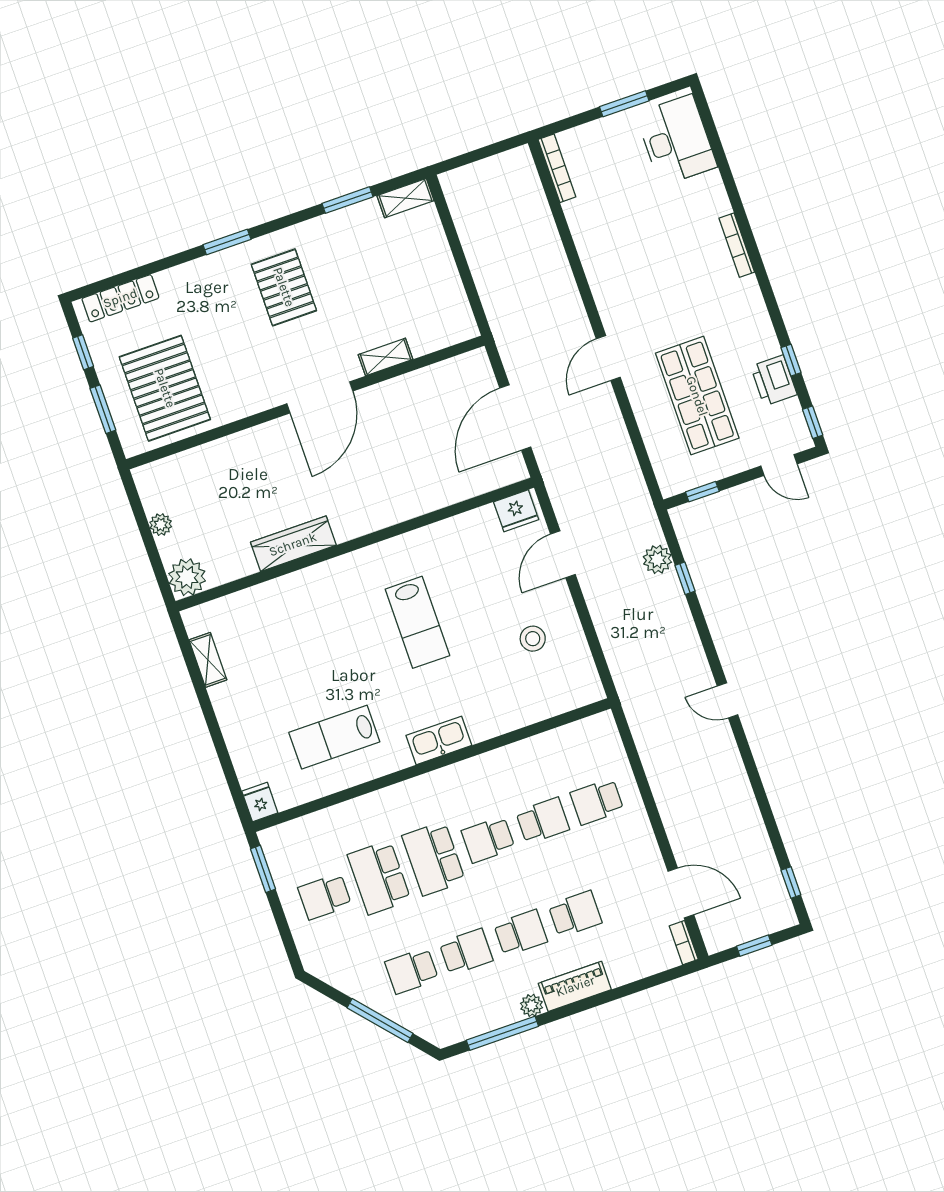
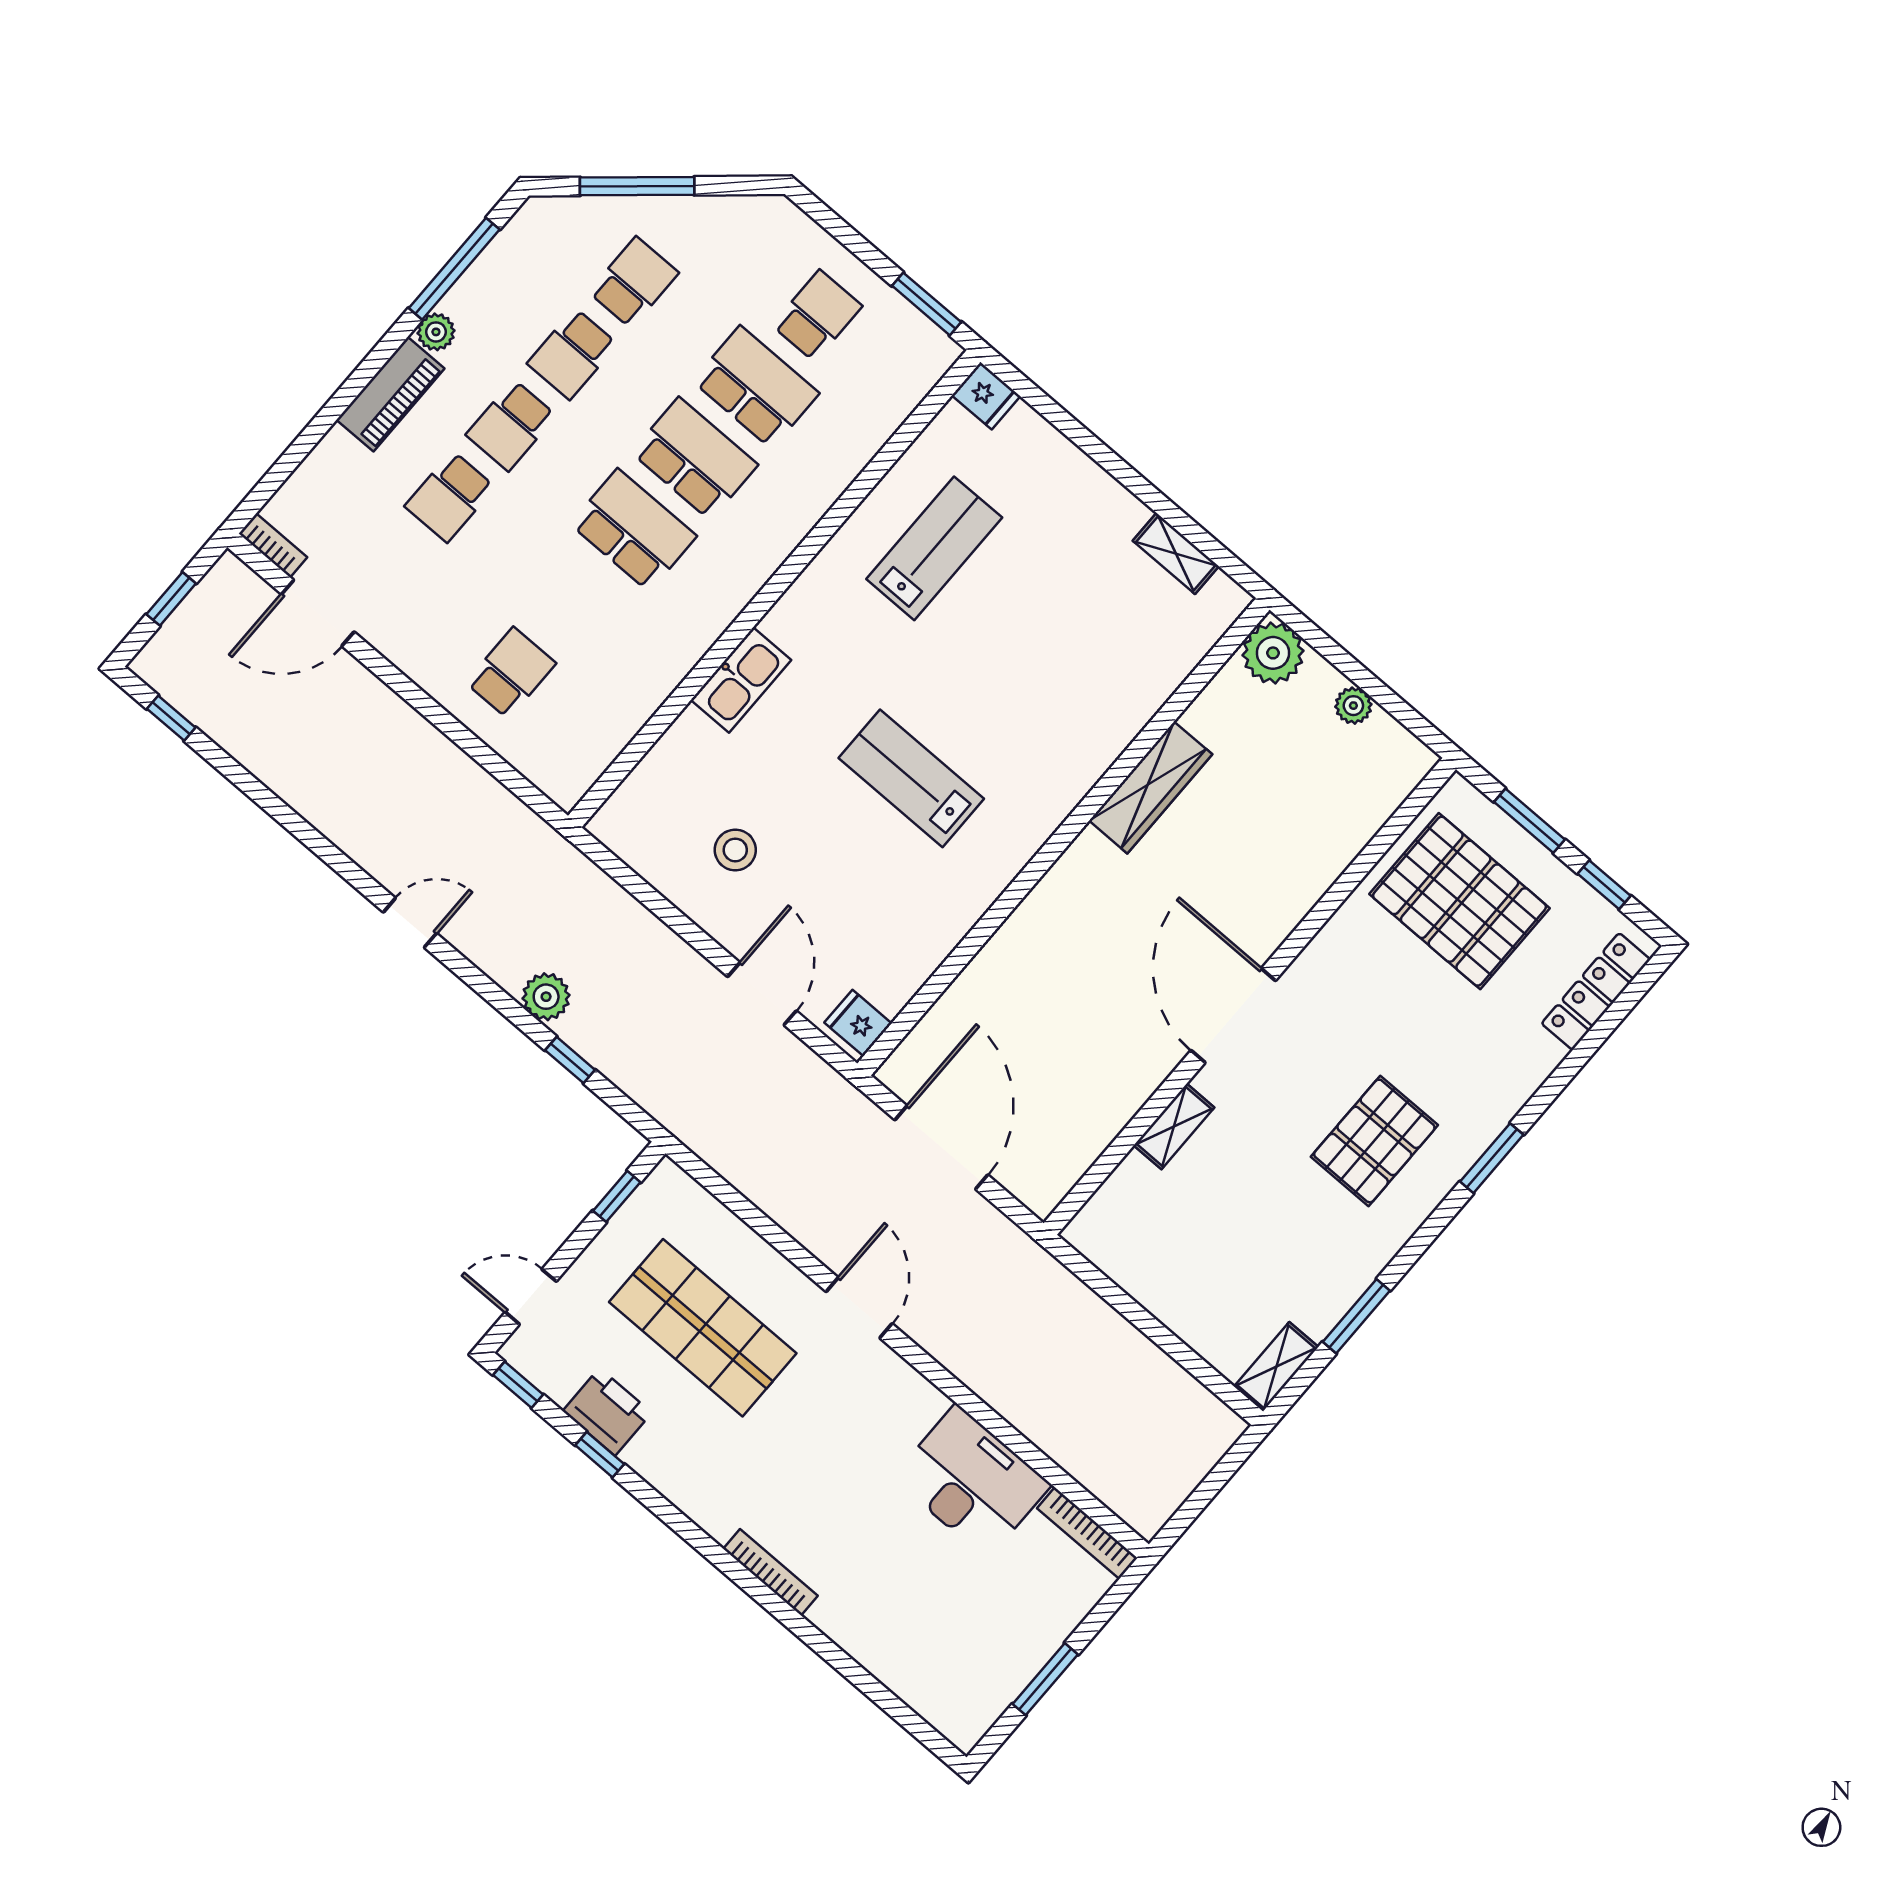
desk: (676, 140) -> (972, 1481), moved, turned 180
pallet: (284, 287) -> (1374, 1141), turned 90
fridge: (516, 511) -> (858, 1023), width x0.72
plant: (657, 559) -> (546, 997), moved
kitchen sink: (439, 740) -> (741, 680), moved
school desk: (543, 821) -> (572, 601), removed
school desk: (488, 840) -> (633, 530), width x1.85

